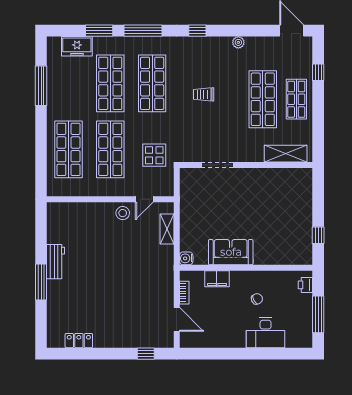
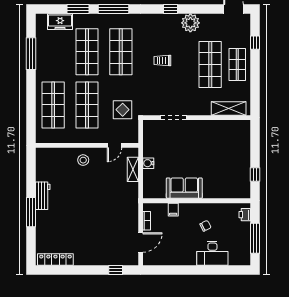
window: (197, 31) -> (170, 9), moved
plant: (238, 42) -> (190, 23), width x1.87, depth x1.87
stool: (123, 213) -> (83, 160), moved
water cooler: (186, 258) -> (148, 163), moved
filing cabinet: (217, 279) -> (173, 210), width x0.50
door: (177, 319) -> (141, 242), hinge flipped
locker: (79, 341) -> (55, 259), width x1.53

